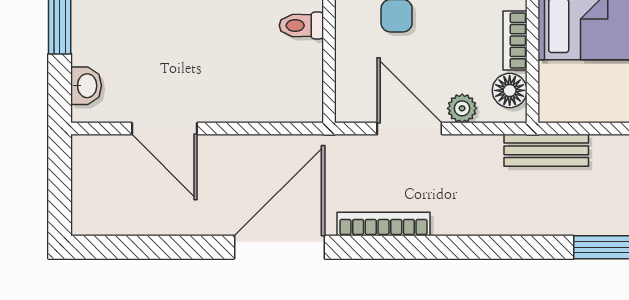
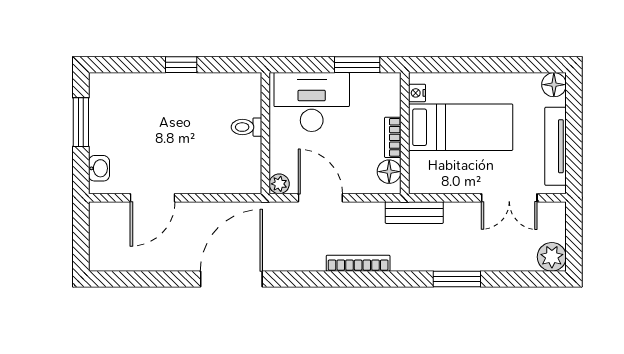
plant: (462, 108) -> (279, 184), moved
door: (164, 129) -> (153, 198), hinge flipped
bookcase: (384, 224) -> (358, 263), moved

